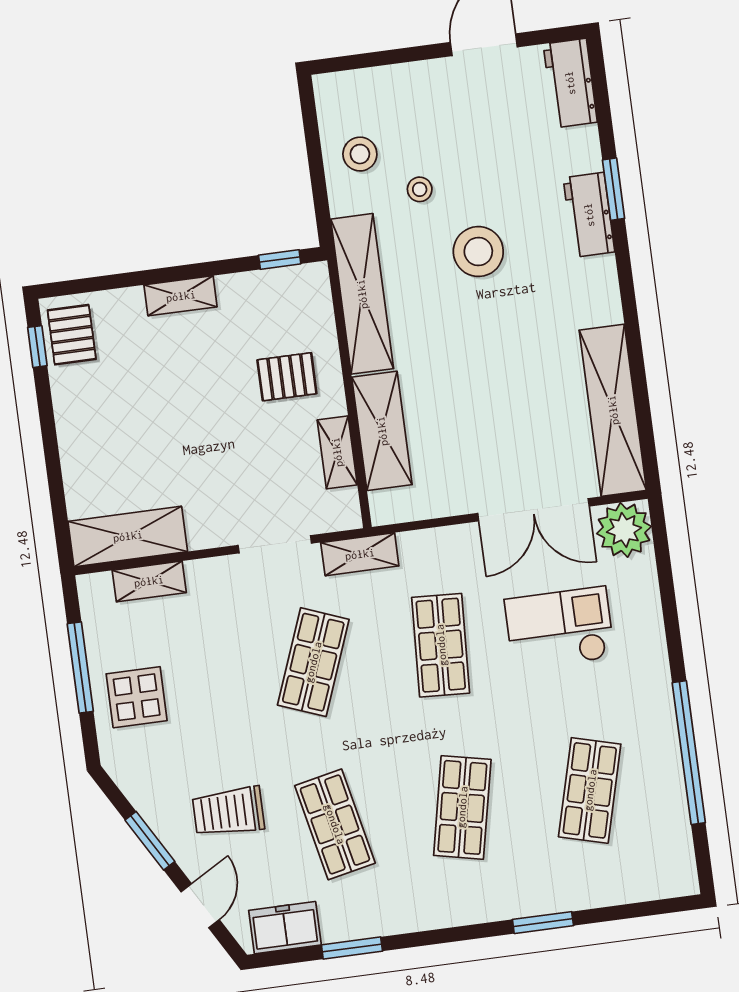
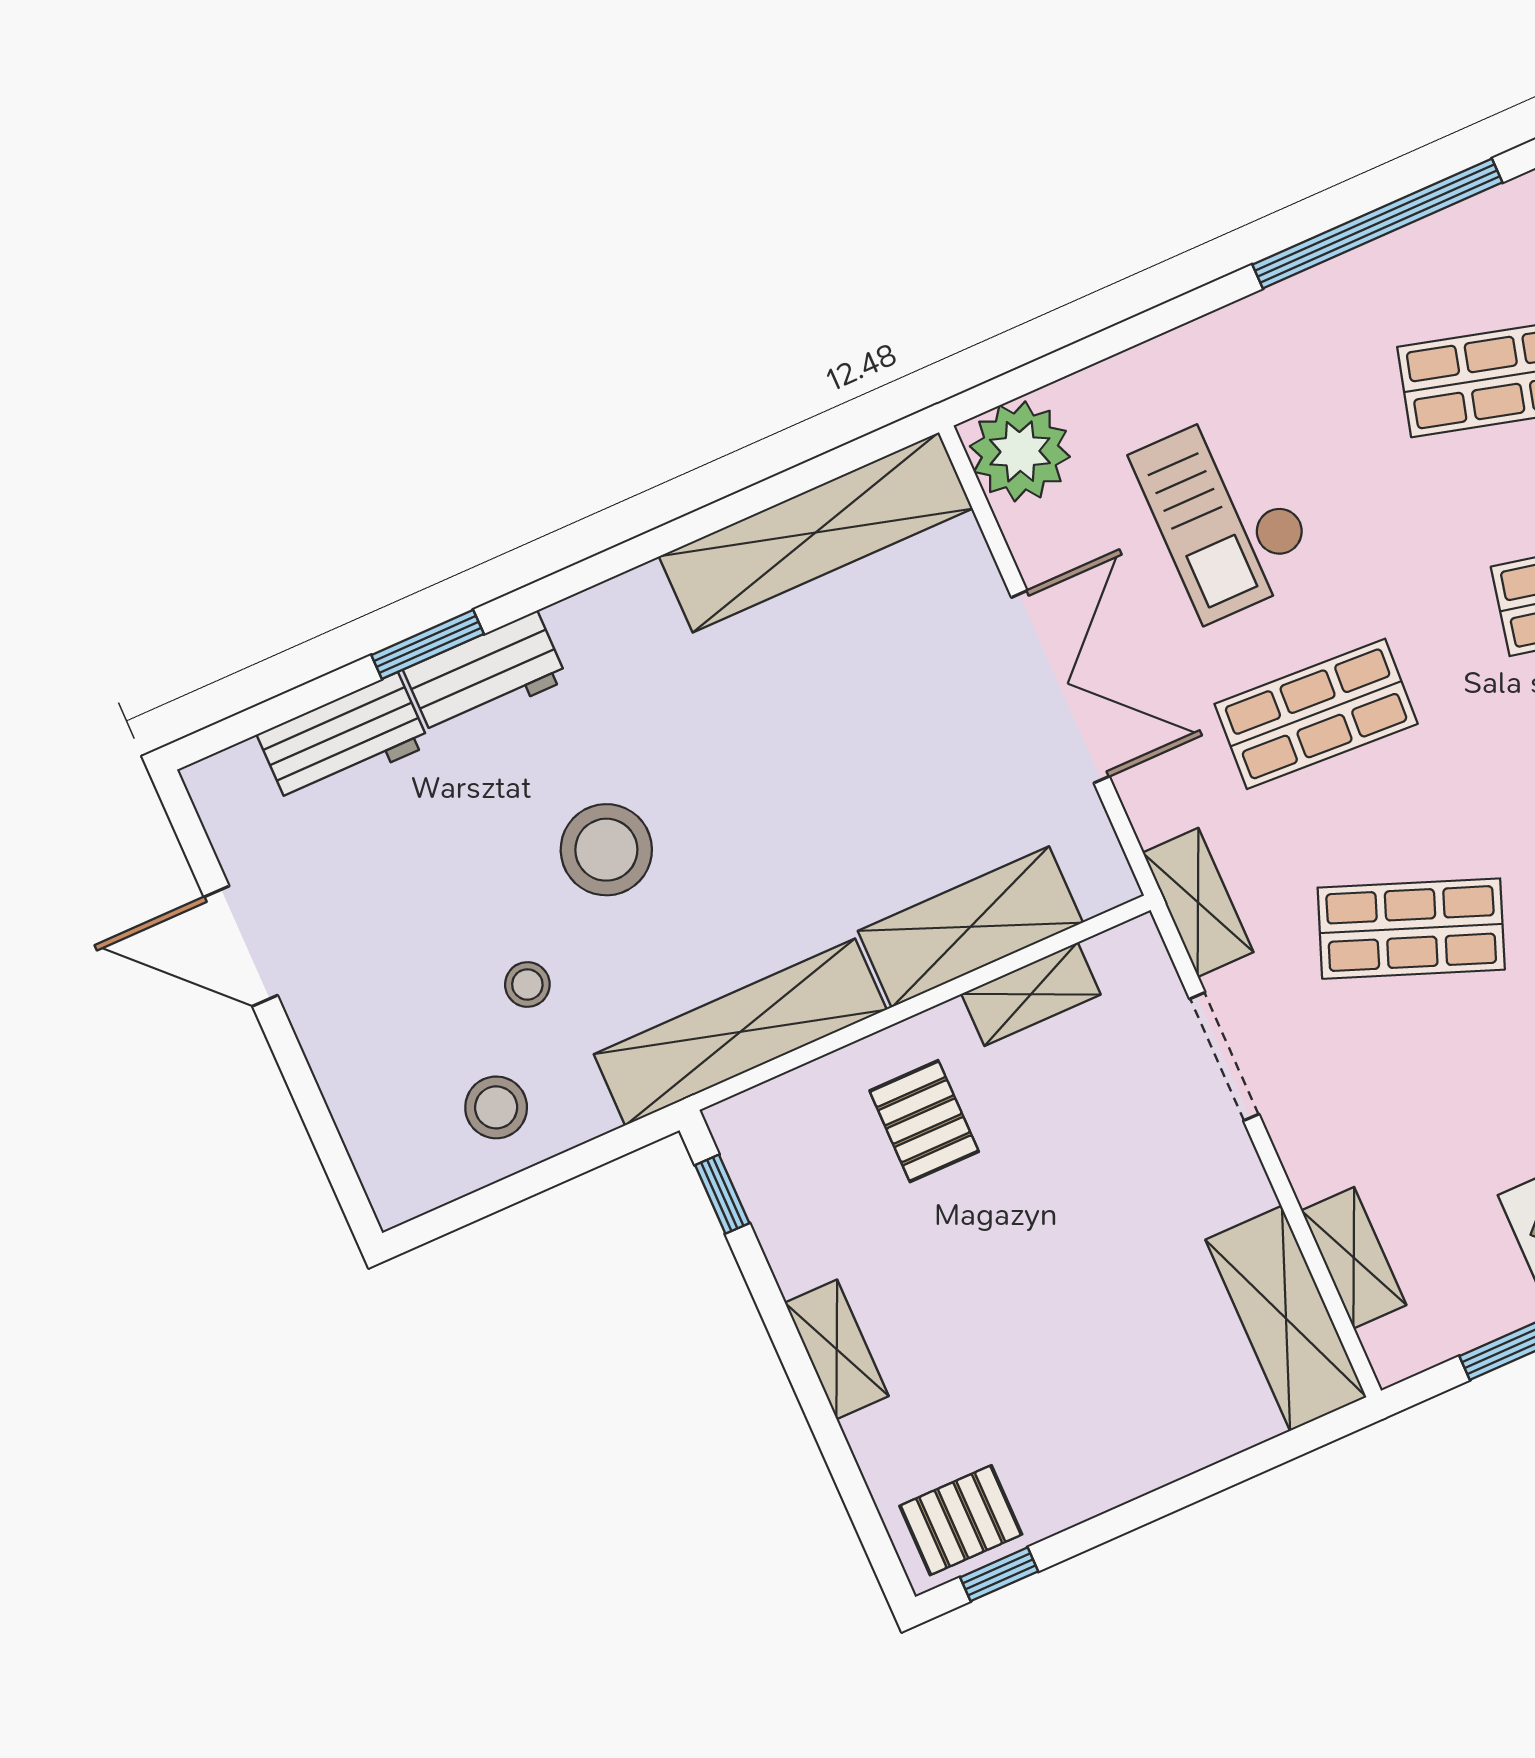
workbench: (570, 83) -> (343, 740), moved
double door: (533, 510) -> (1060, 687), moved

